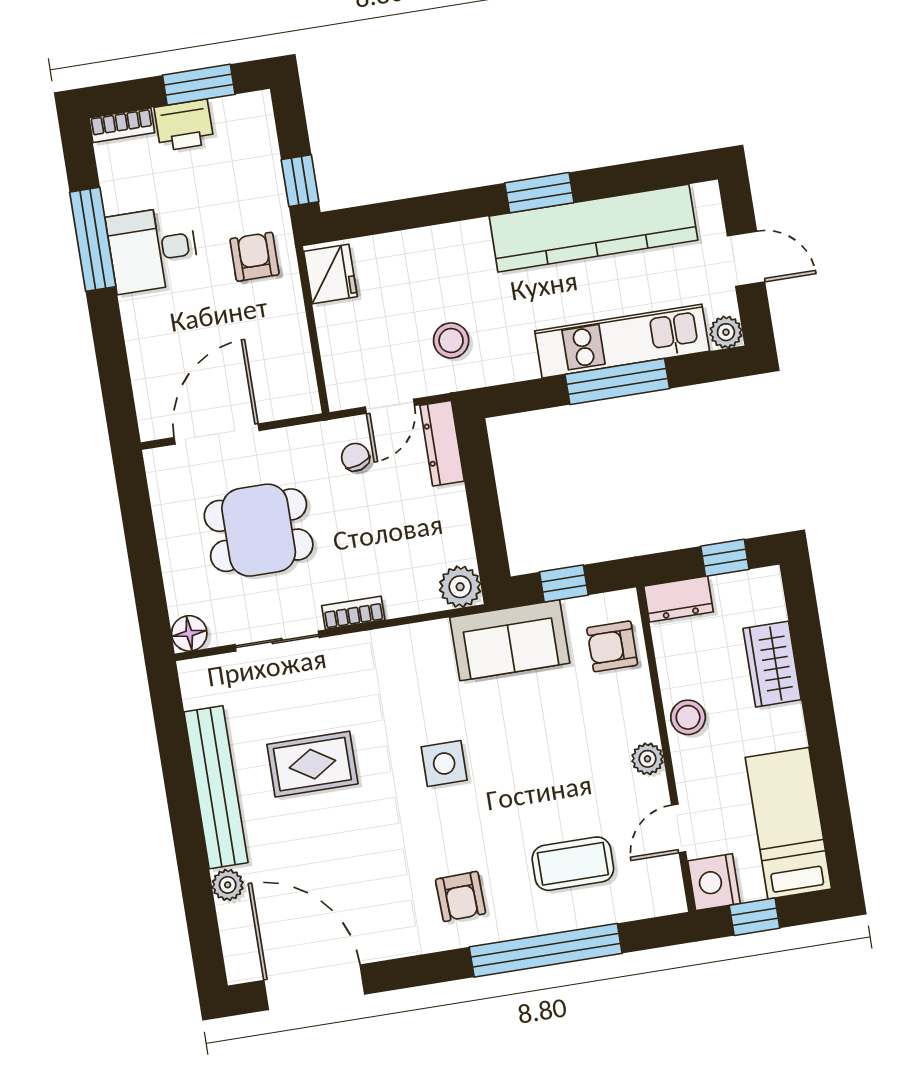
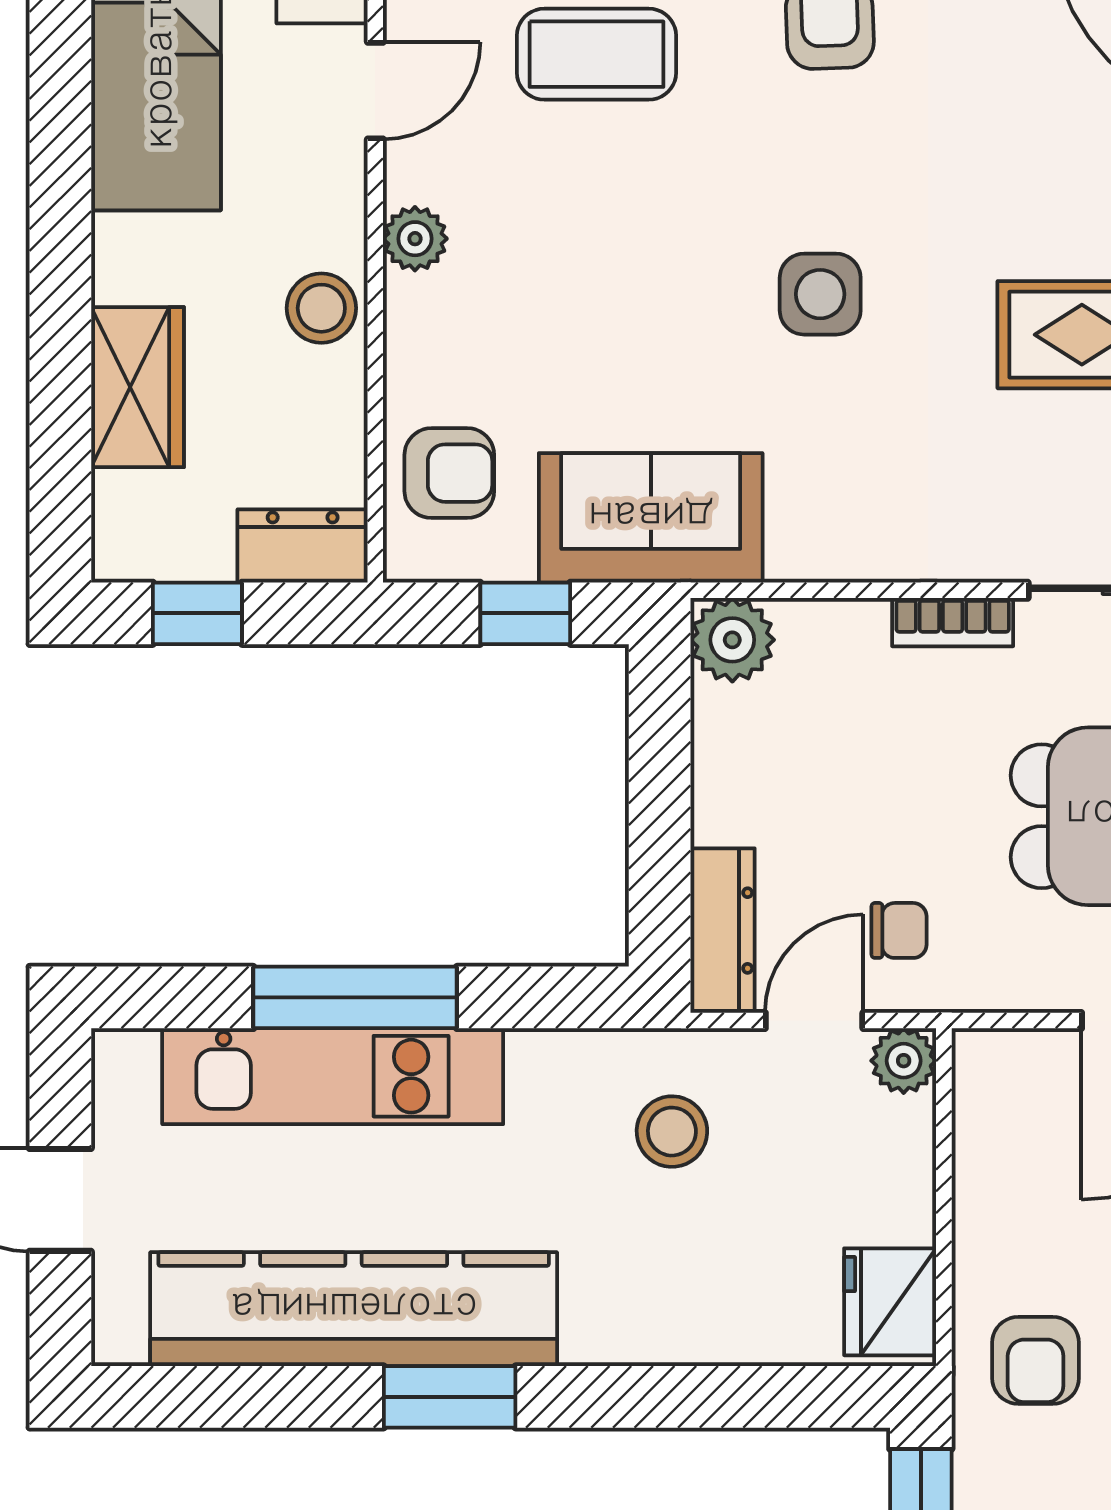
plant: (726, 332) -> (904, 1061), moved
chair: (355, 457) -> (899, 930), turned -72

